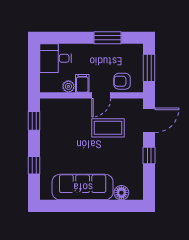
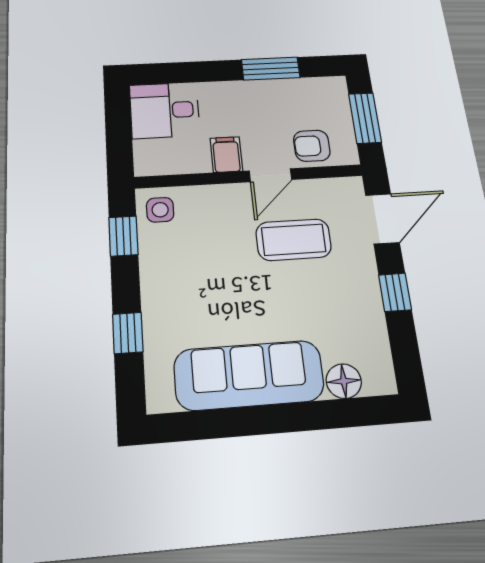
plant: (68, 86) -> (197, 162), removed
side table: (51, 109) -> (160, 210), added

